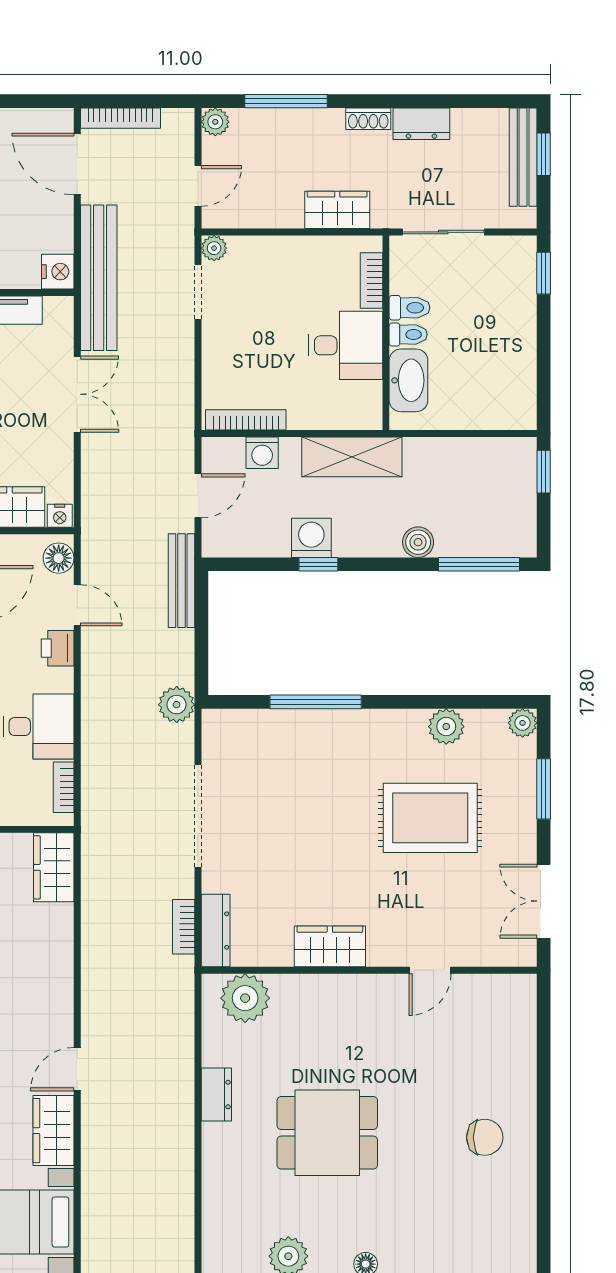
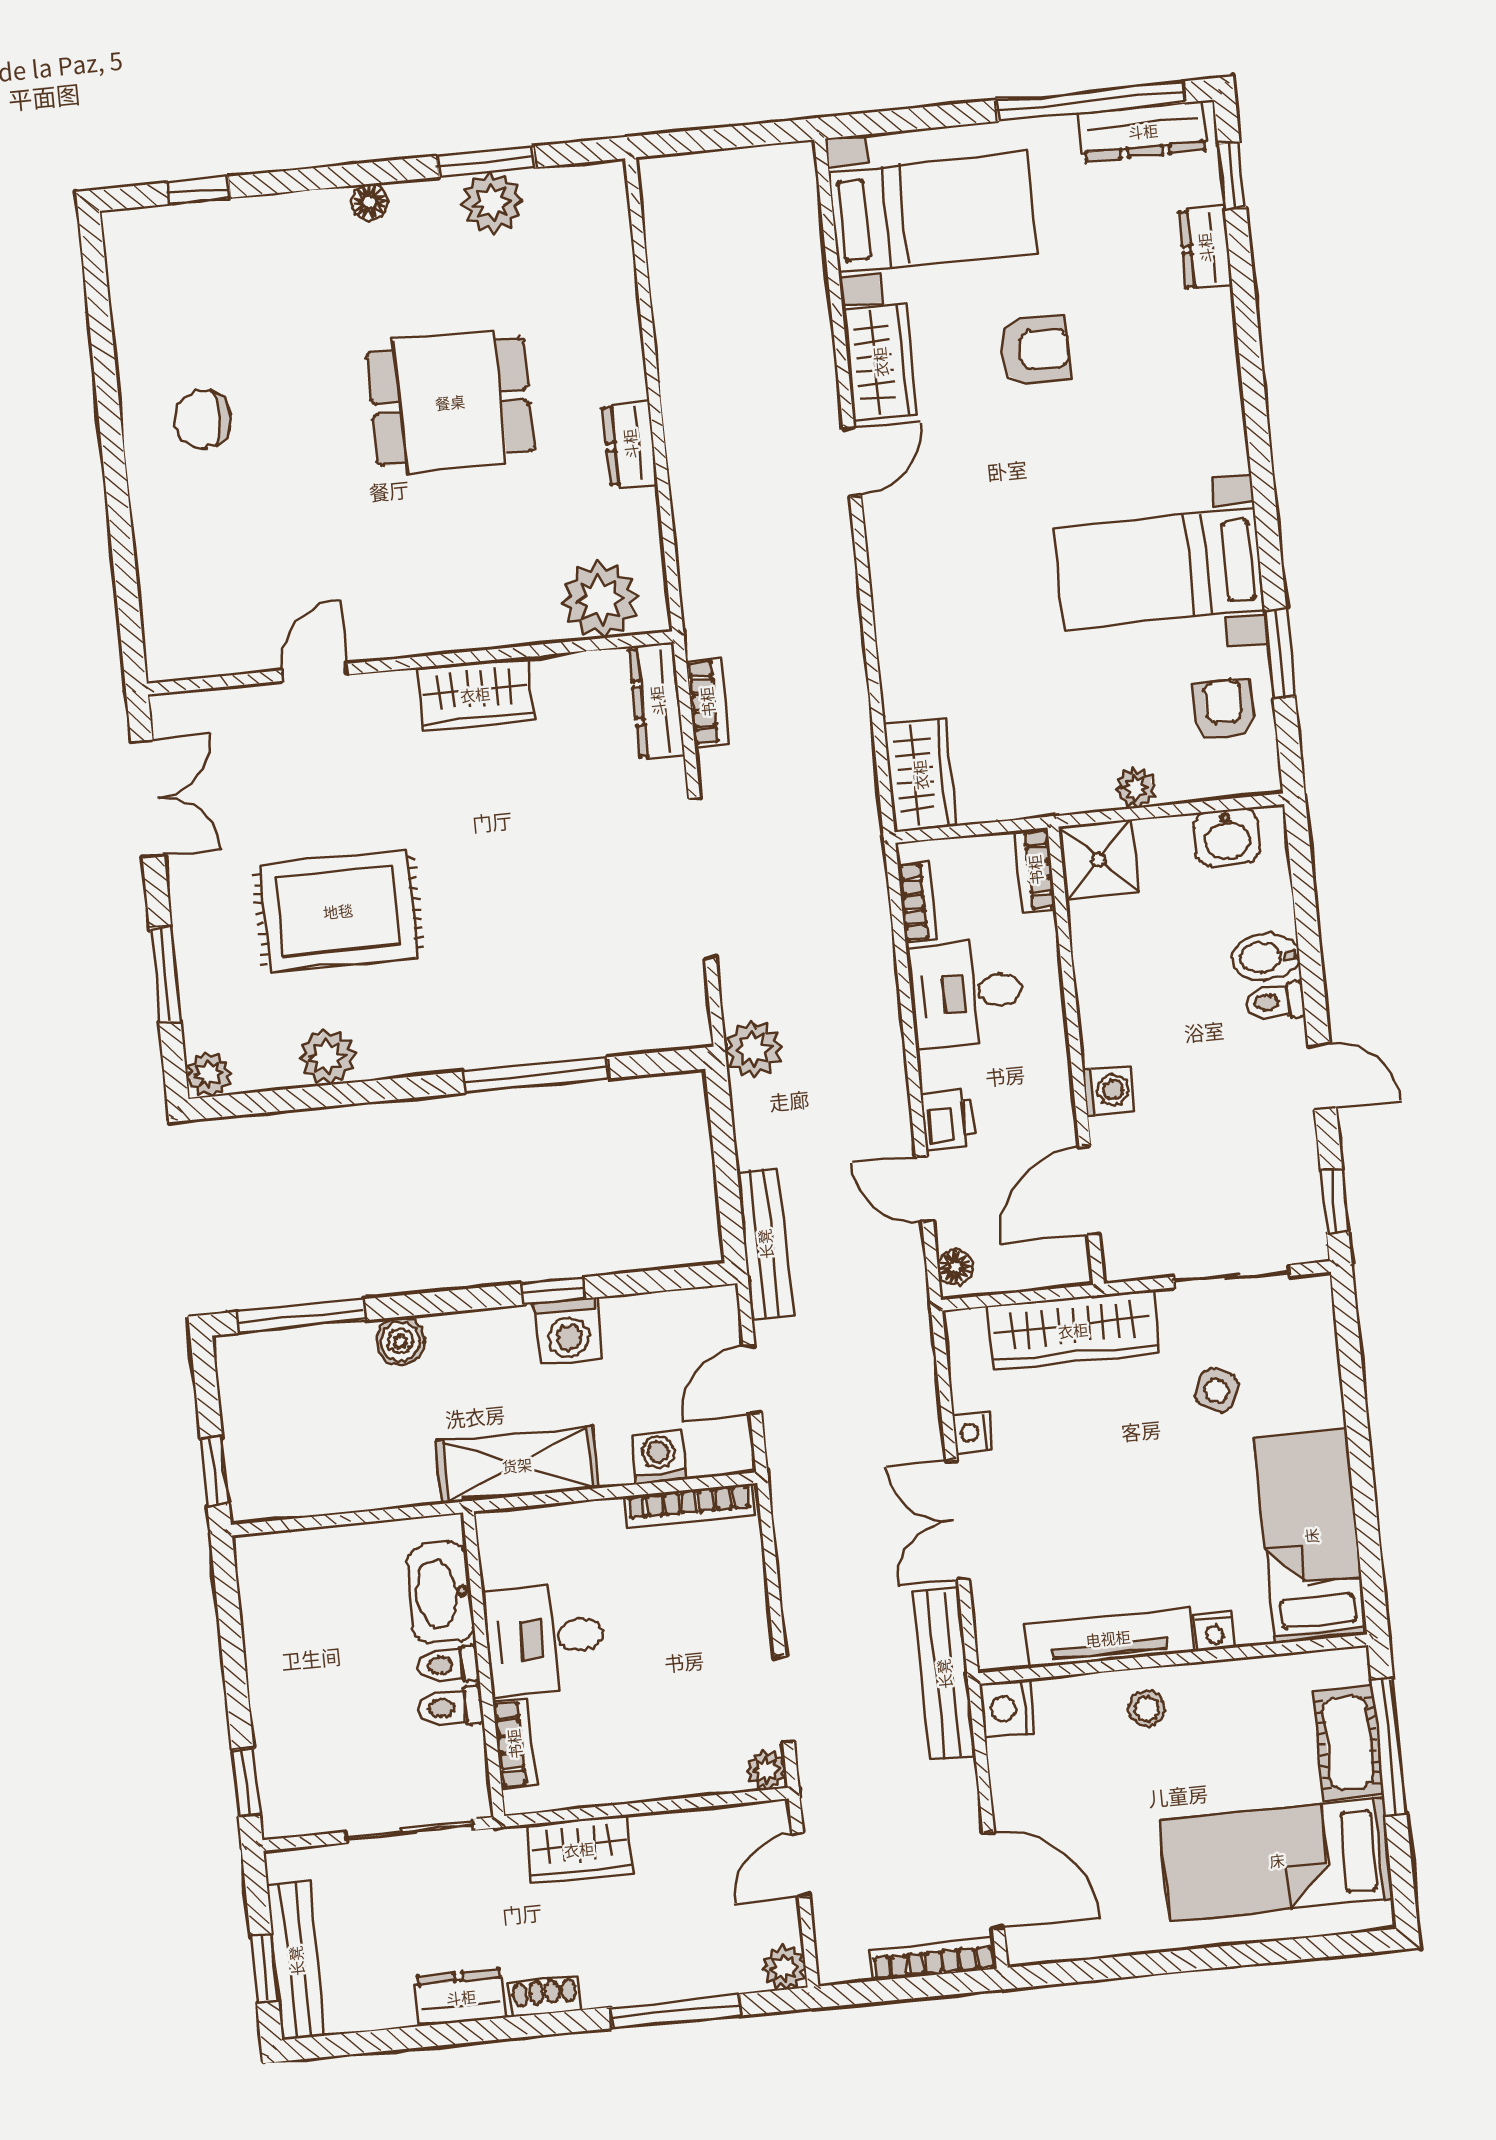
bench: (99, 278) -> (944, 1674), width x0.73, depth x0.82
nightstand: (60, 516) -> (973, 1432), moved, turned -90
floor lamp: (59, 558) -> (955, 1267), width x0.73, depth x0.73

